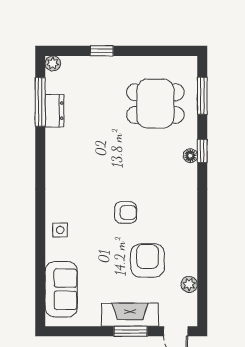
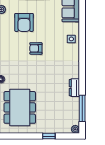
dining table: (155, 104) -> (20, 107), width x1.37
dresser: (54, 111) -> (74, 88), moved

